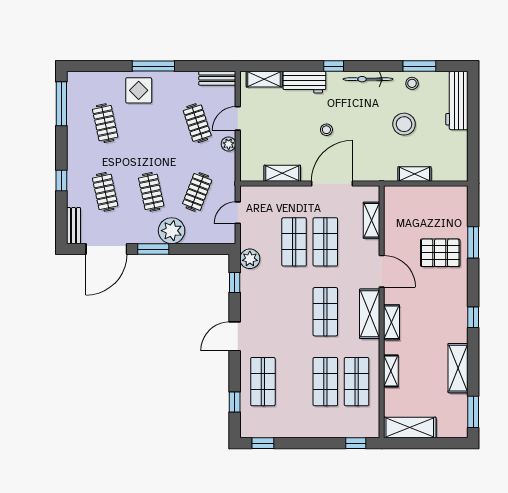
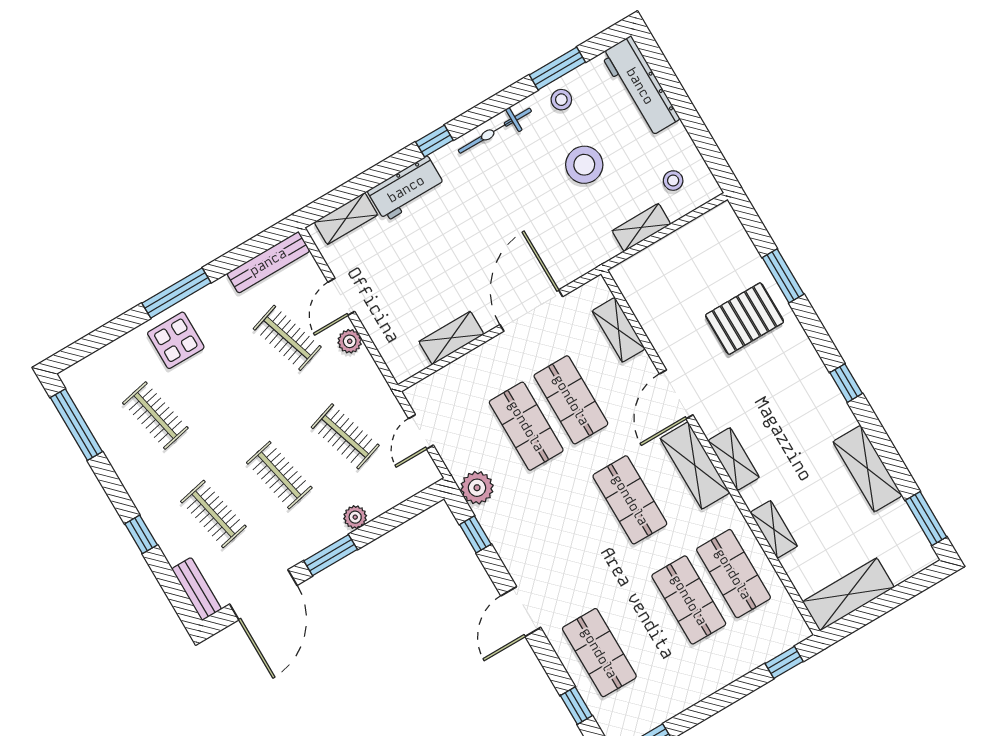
bench: (217, 78) -> (268, 262), width x1.36
stool: (326, 130) -> (673, 181), moved
clothes rail: (197, 192) -> (345, 436), turned -39
plant: (172, 231) -> (355, 517), width x0.53, depth x0.53
door: (382, 271) -> (676, 394), swing flipped

